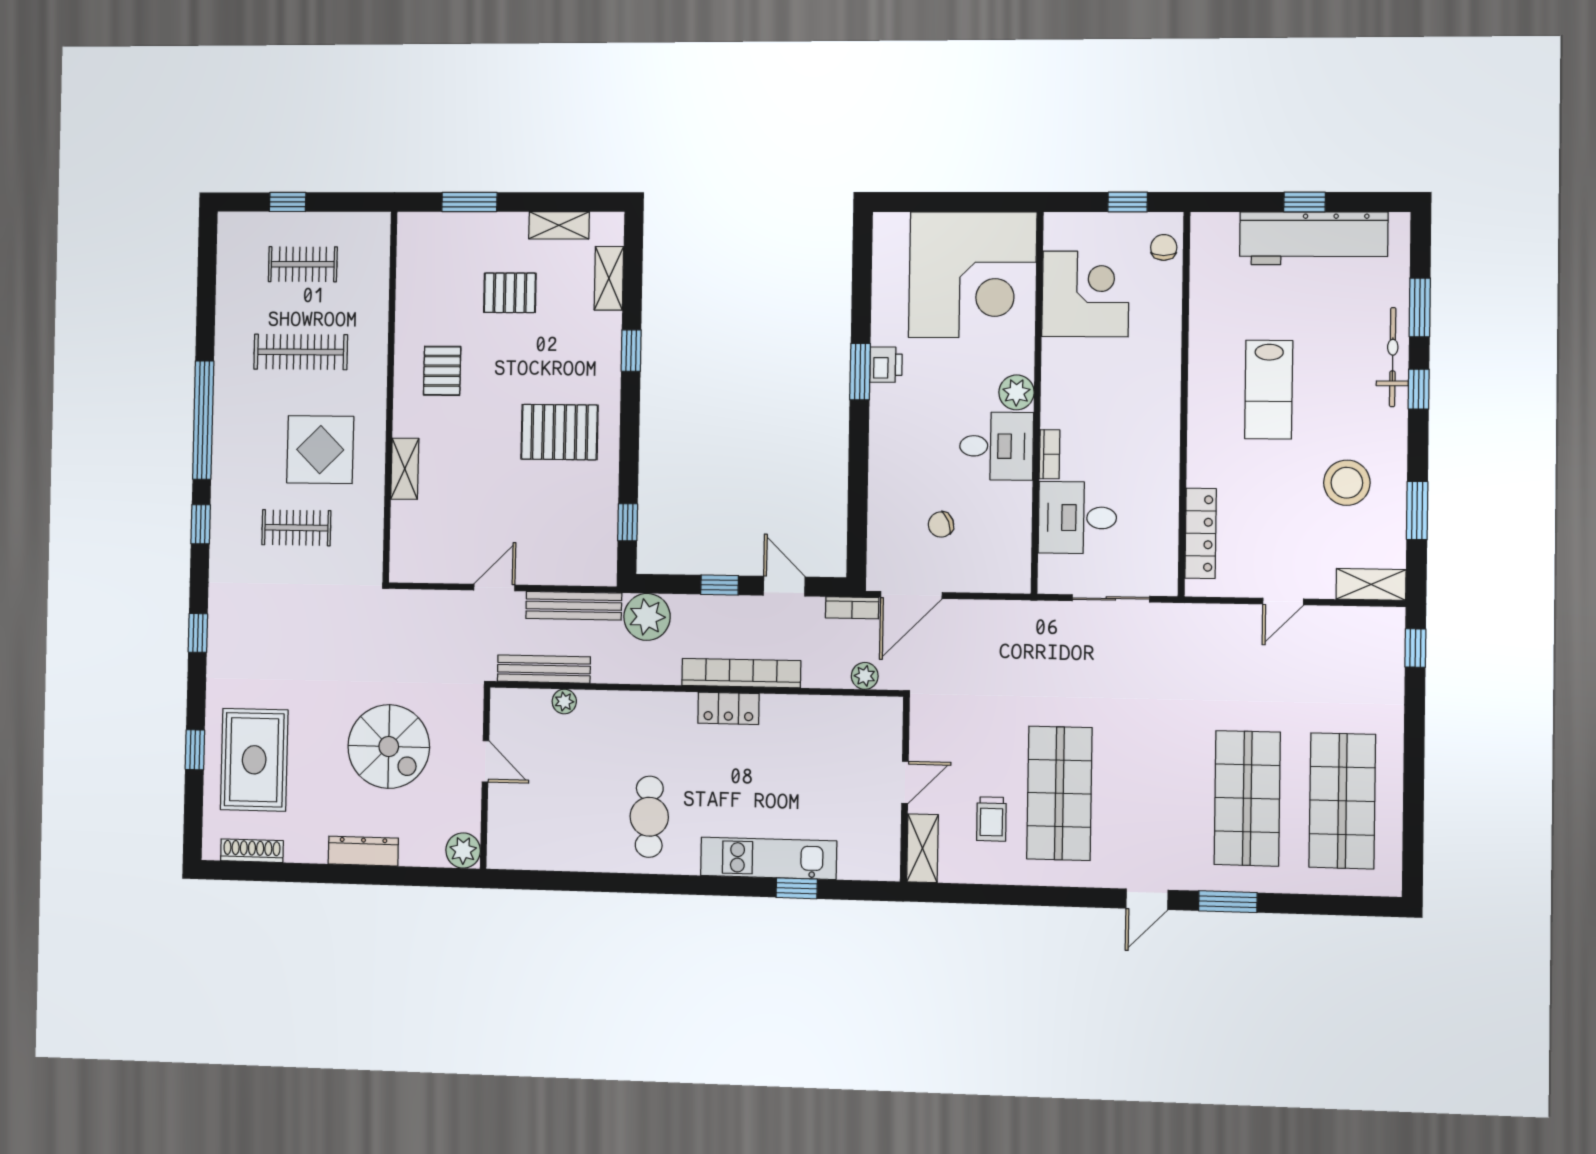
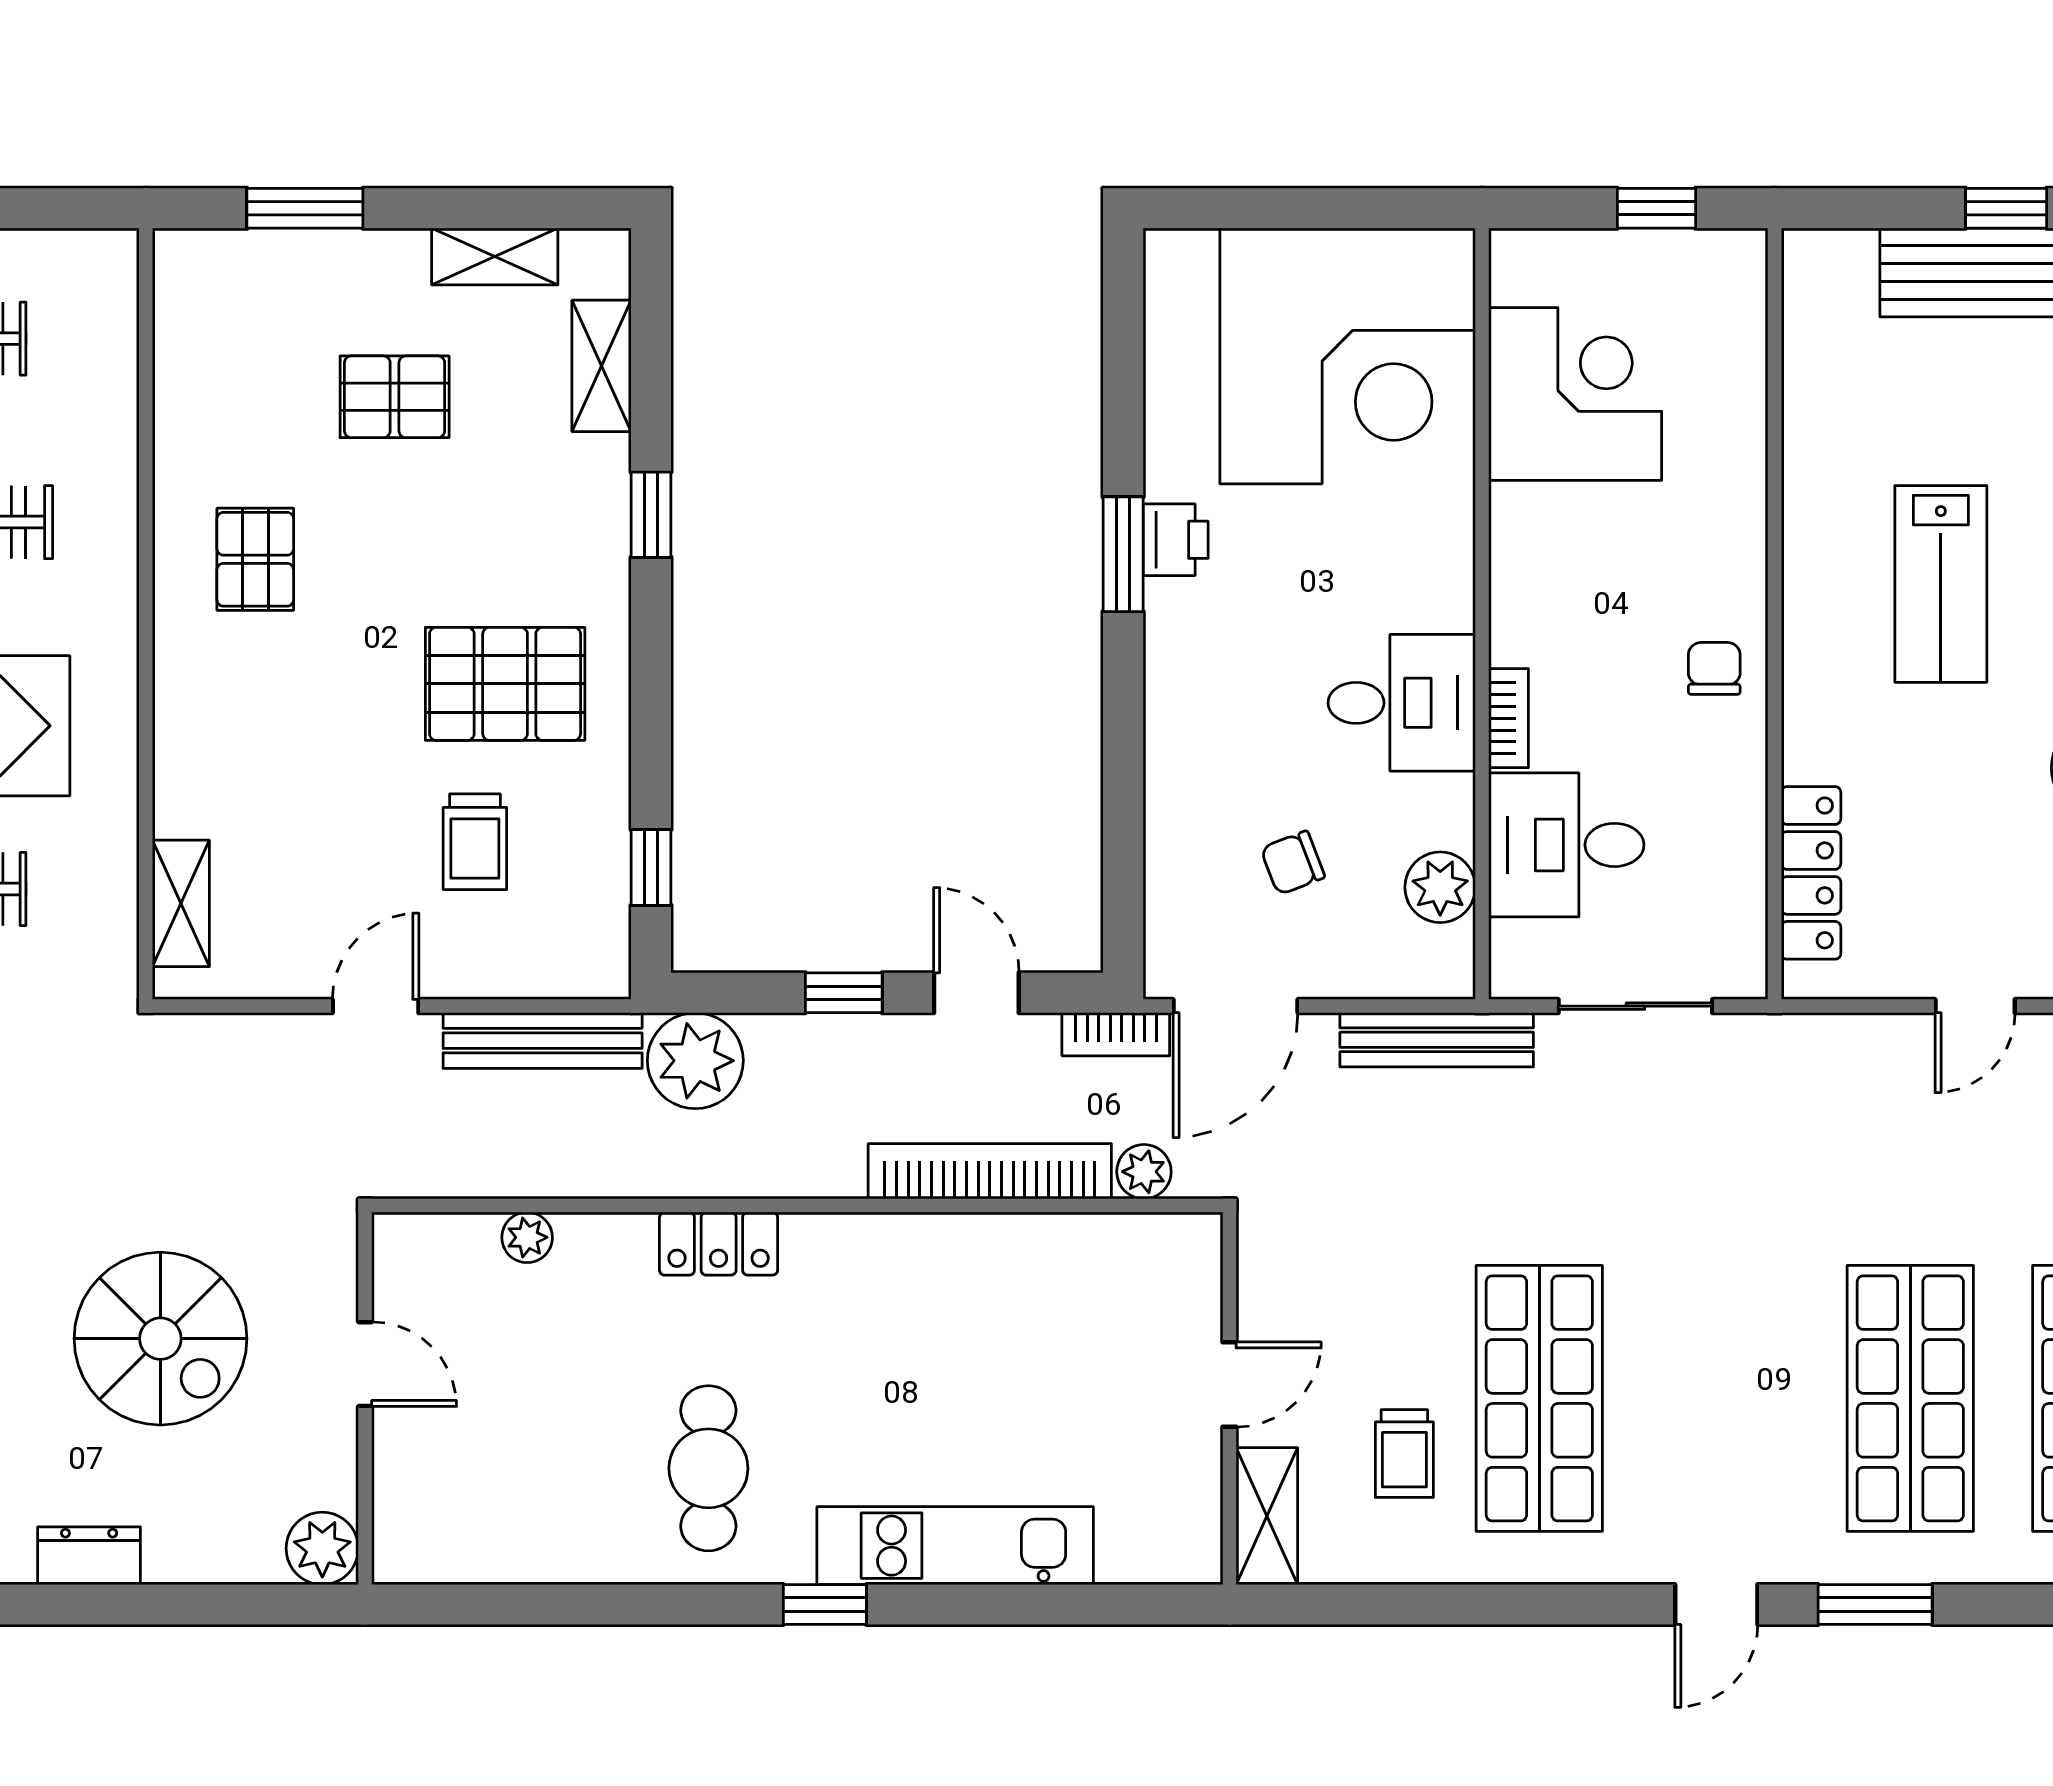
chair: (1164, 247) -> (1714, 668), moved
plant: (1016, 392) -> (1440, 887), moved
shelving: (405, 469) -> (181, 903), moved
trolley: (543, 509) -> (475, 842), added
bench: (544, 669) -> (1437, 1040), moved
bookcase: (741, 673) -> (990, 1171), moved
locker: (728, 708) -> (719, 1244), moved
dresser: (363, 851) -> (89, 1556), width x0.70
window: (797, 888) -> (825, 1604), moved

